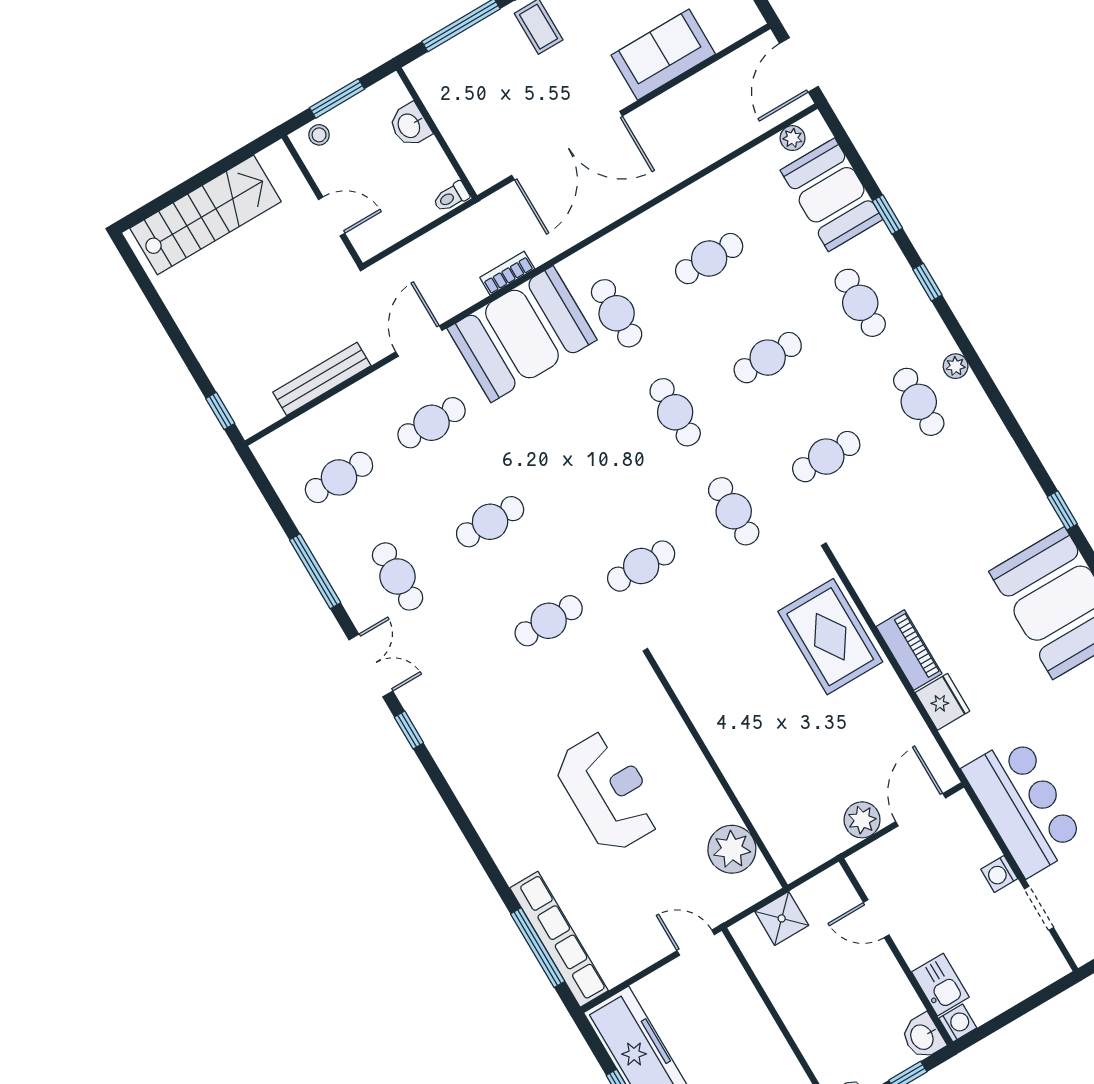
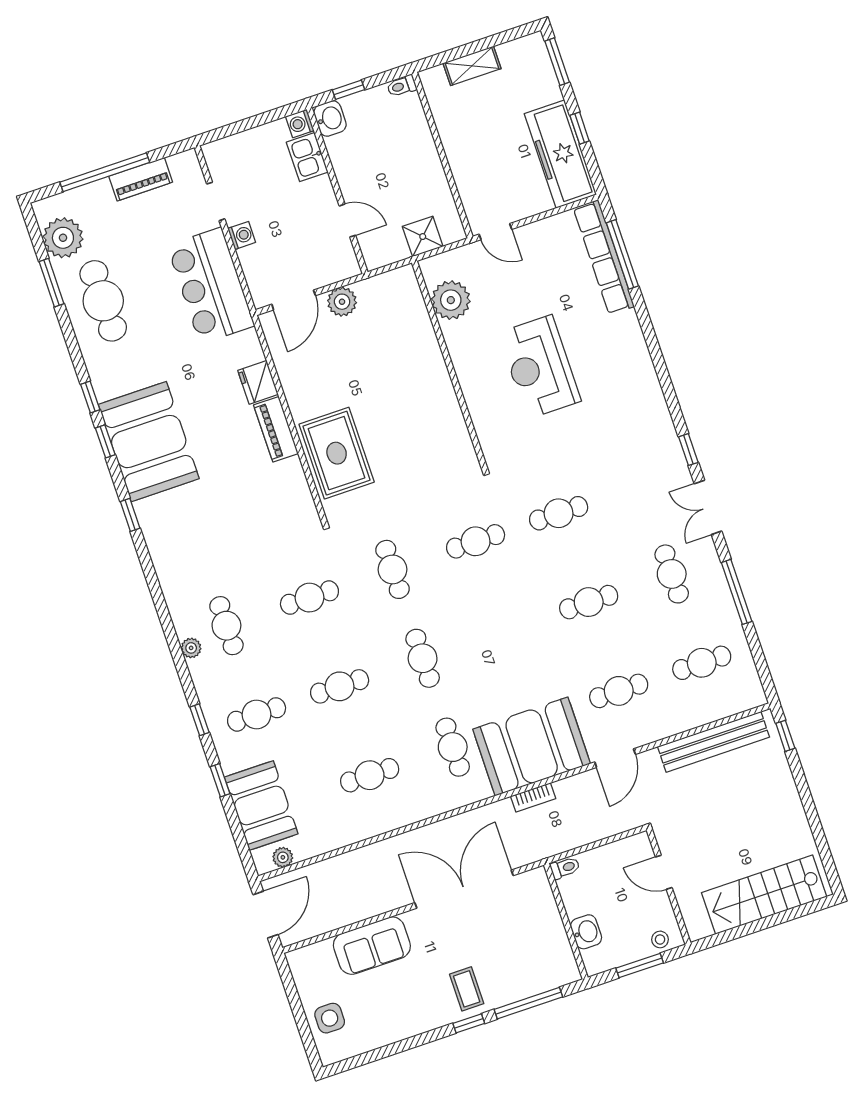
cafe table: (860, 303) -> (257, 714), turned 90
bench: (322, 379) -> (713, 742), width x1.37, depth x1.21

